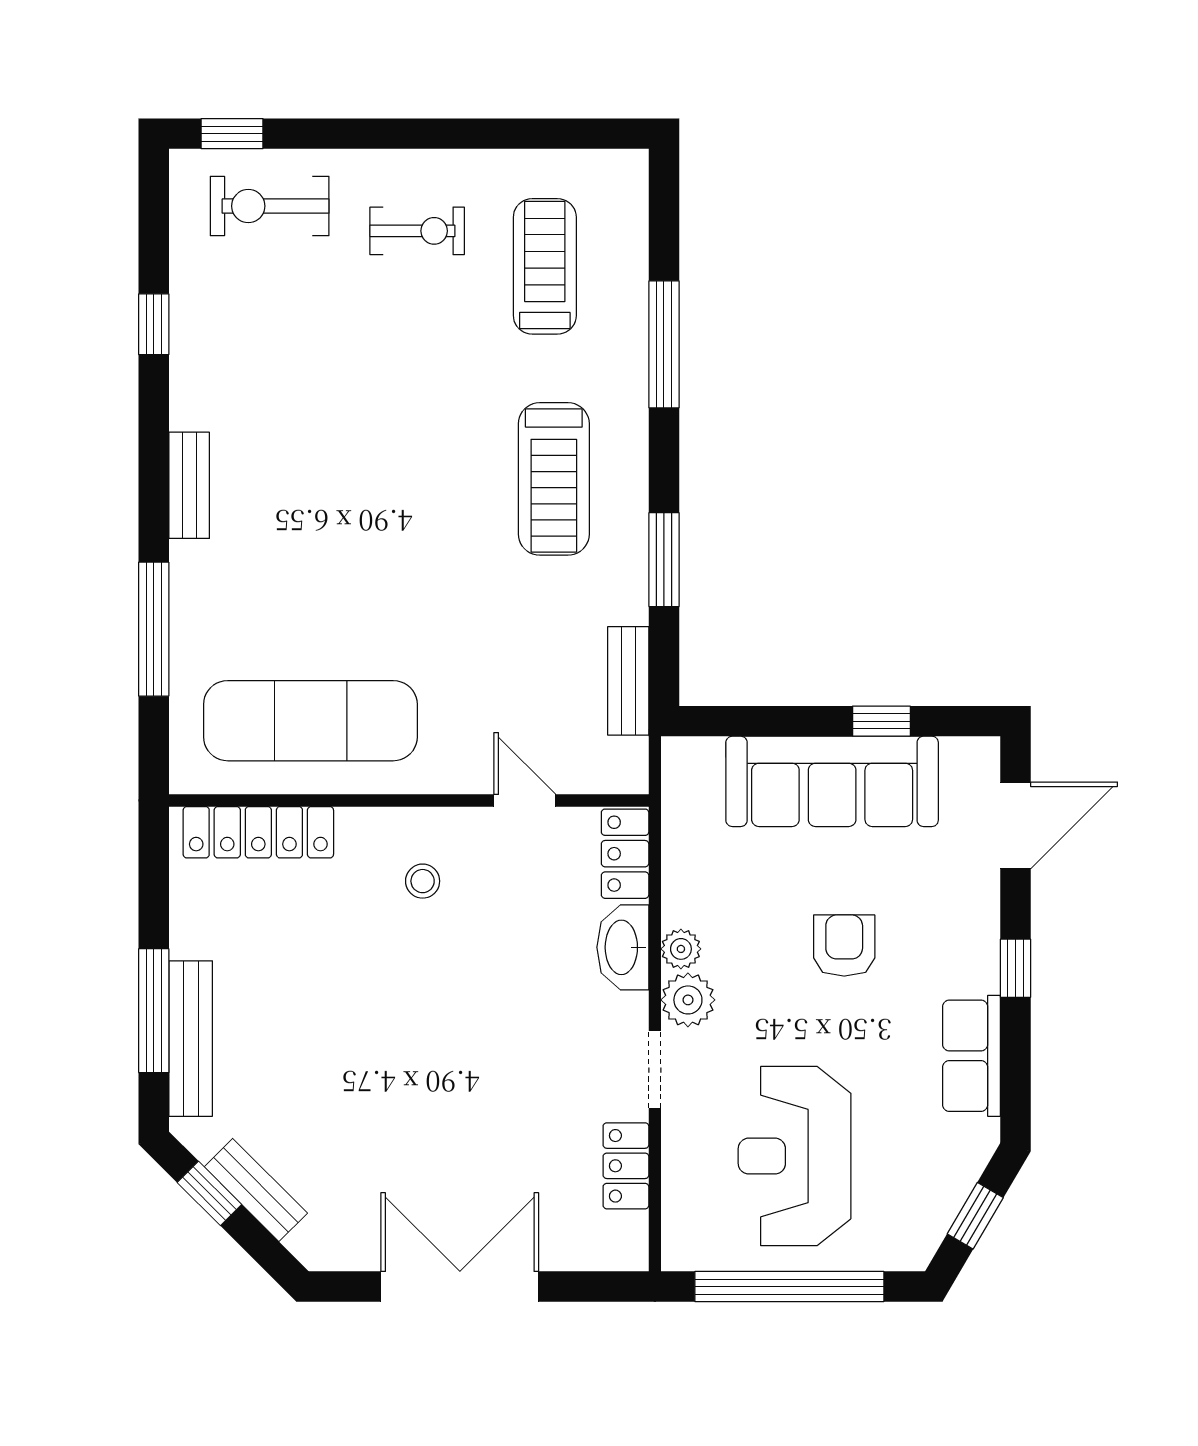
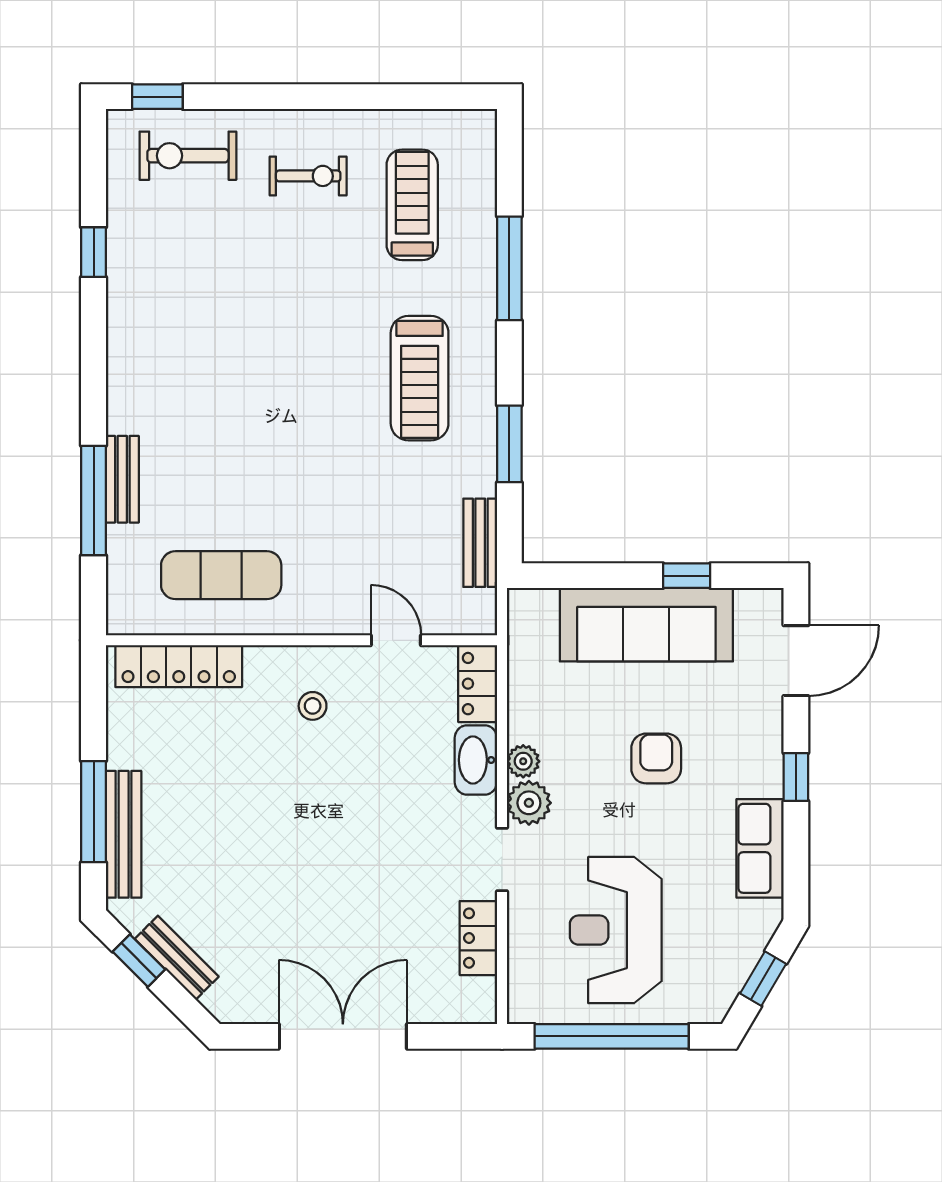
bench: (189, 485) -> (122, 479), moved
exercise mat: (310, 721) -> (221, 575), width x0.73, depth x0.69

